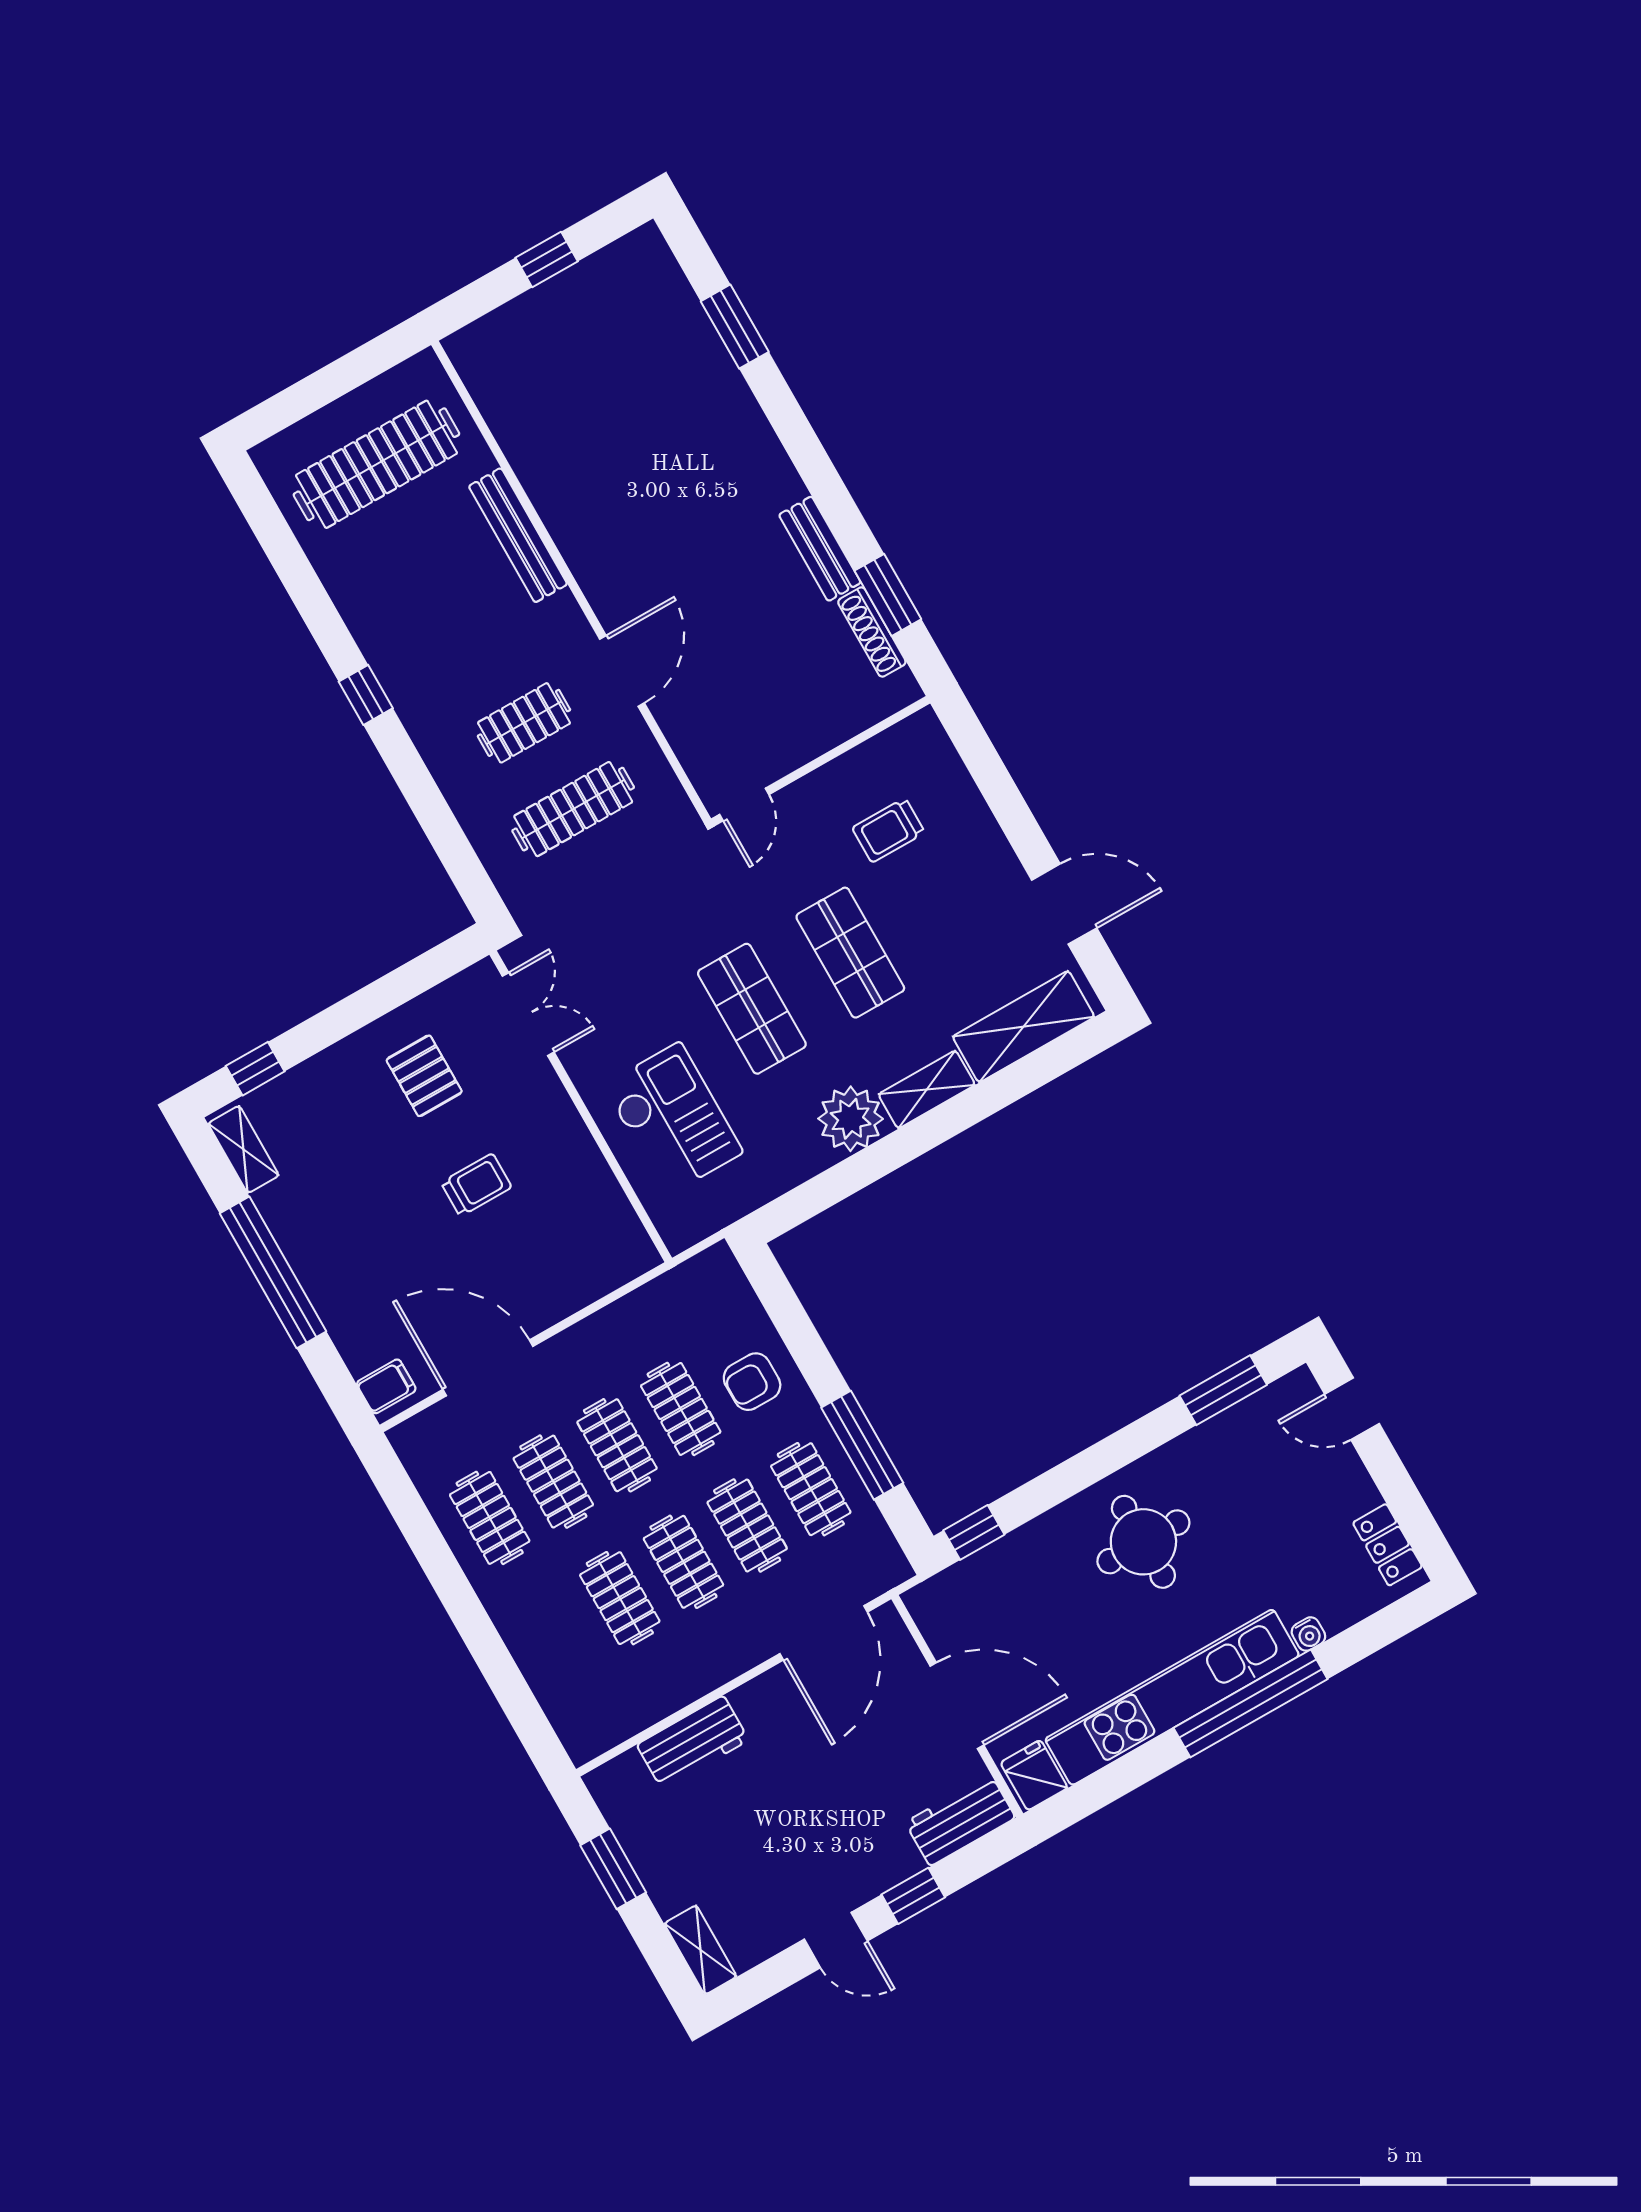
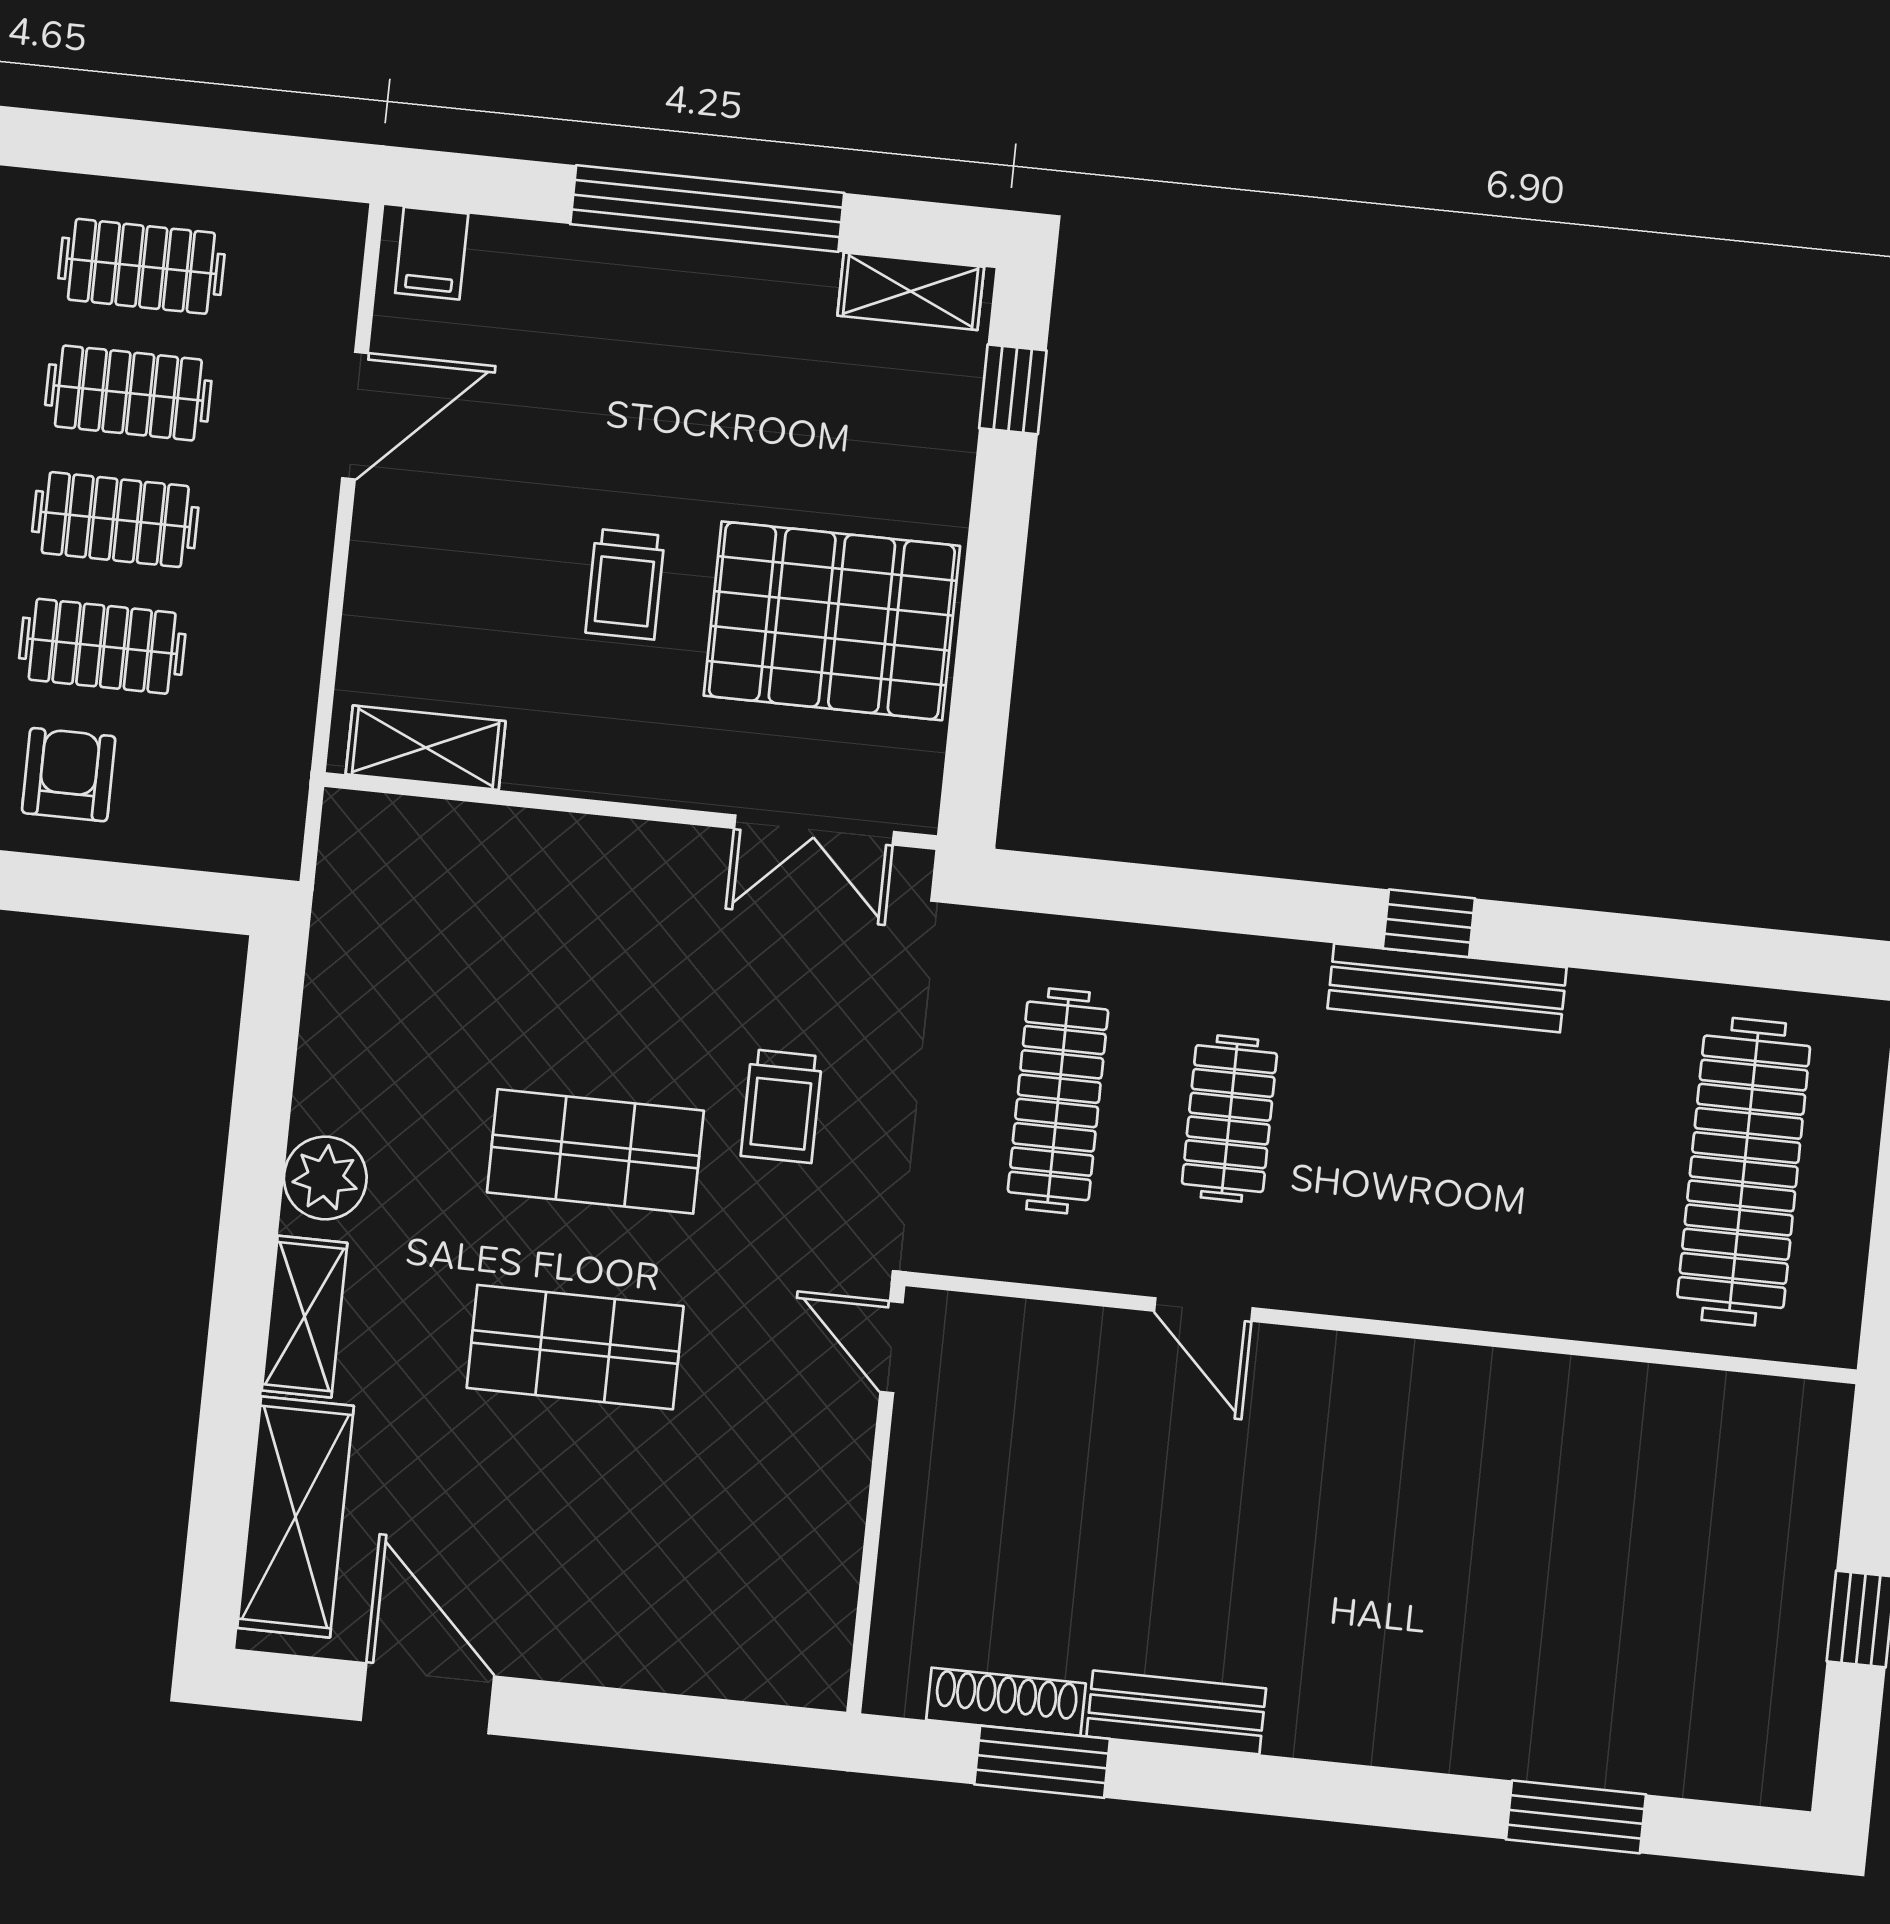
bench: (518, 535) -> (1447, 988), moved
door: (622, 671) -> (1203, 1309), width x0.73
trolley: (888, 830) -> (782, 1106), moved, turned 180
door: (1064, 904) -> (427, 1698), swing flipped
pallet: (424, 1076) -> (832, 621), width x2.05, depth x2.00
checkout: (673, 1119) -> (520, 928), removed
plant: (851, 1119) -> (325, 1178), width x0.73, depth x0.73
shelving: (620, 1223) -> (426, 748), added
door: (488, 1368) -> (355, 416), width x0.73

